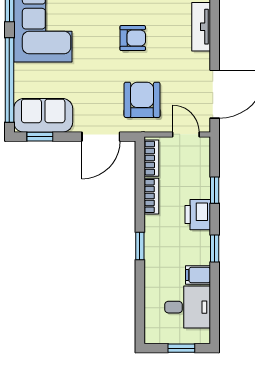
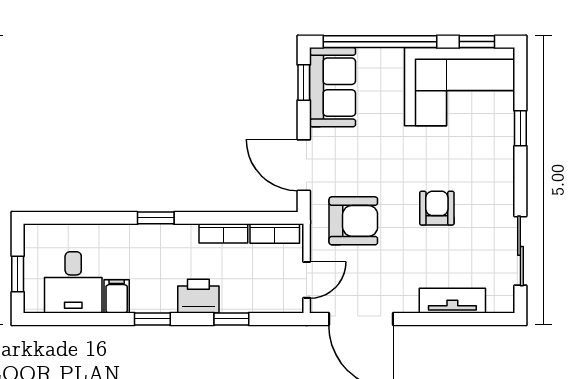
armchair: (133, 38) -> (437, 208), turned 180

